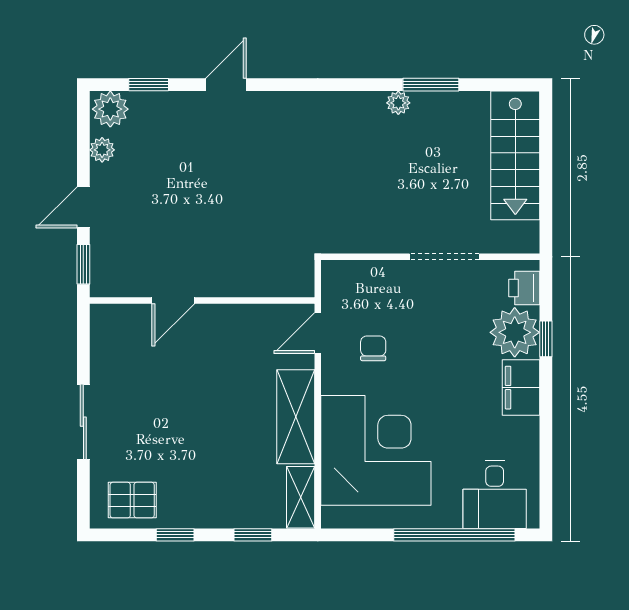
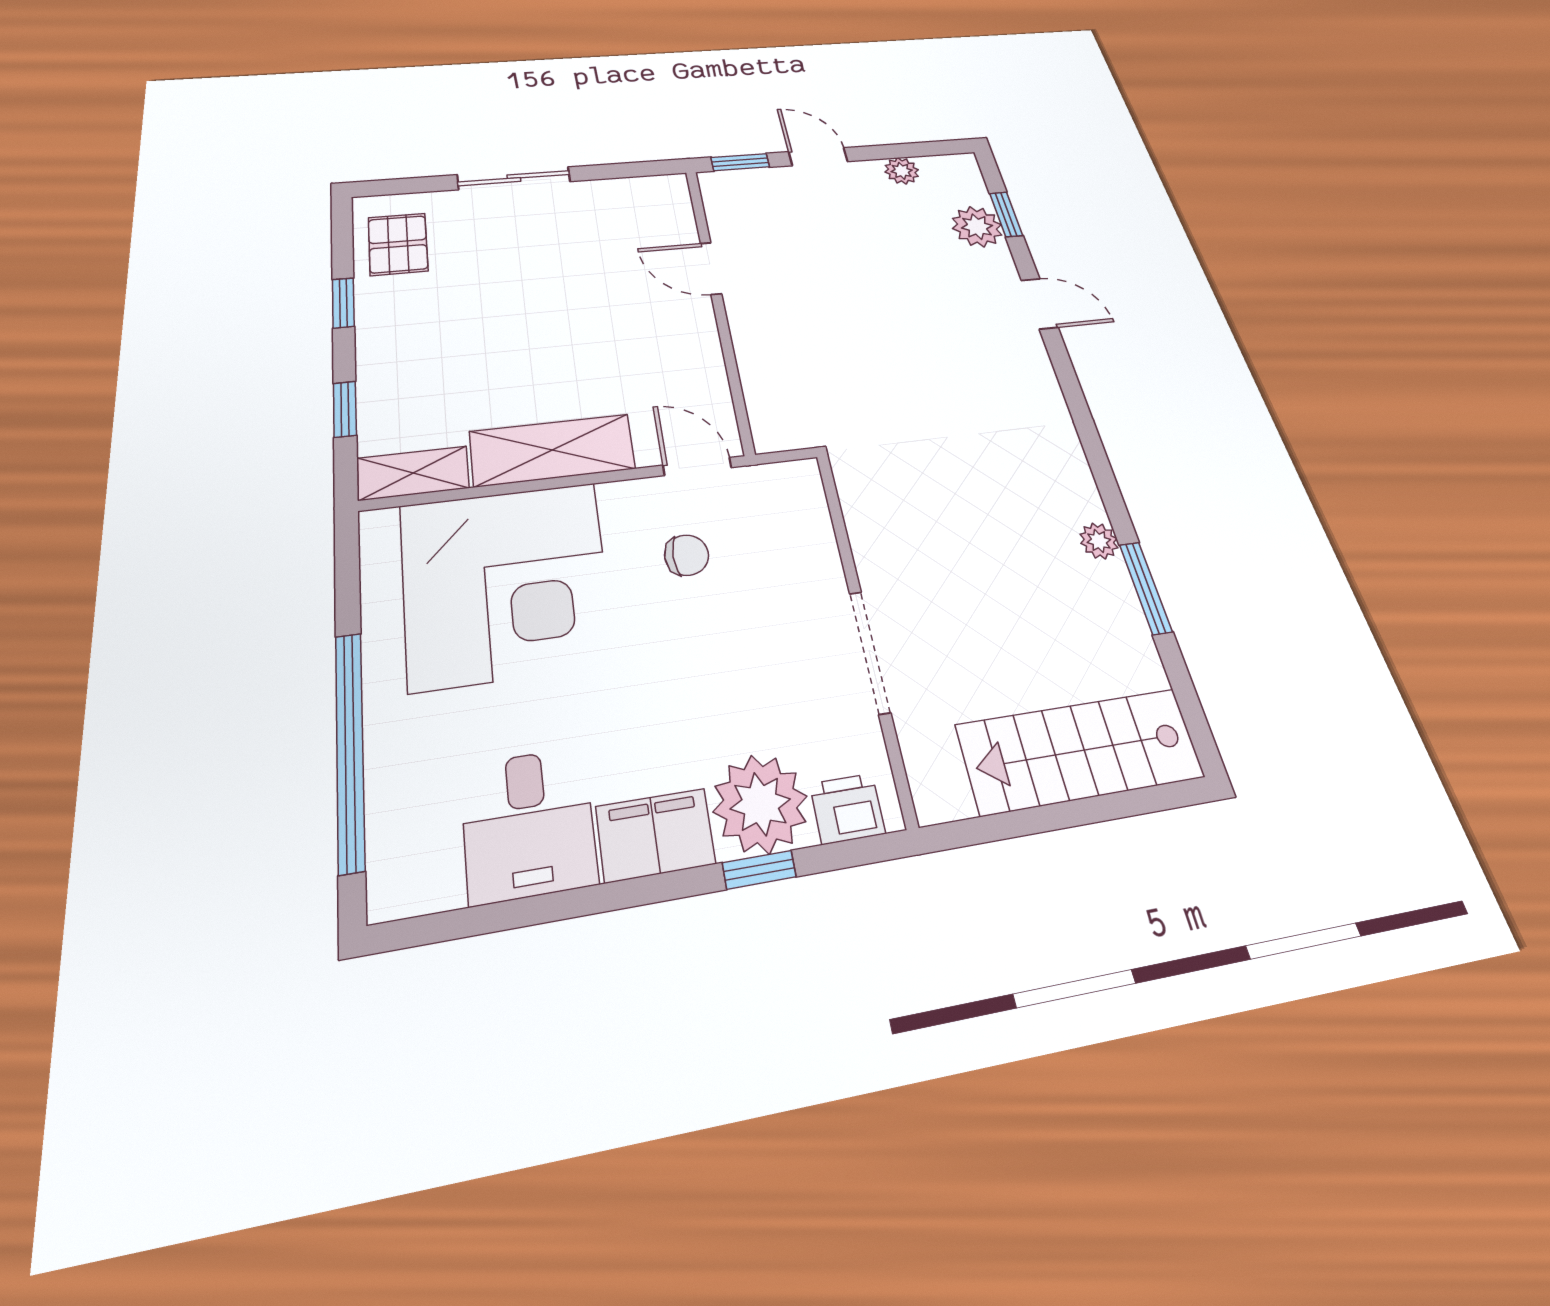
plant: (110, 109) -> (977, 227), moved
desk: (495, 495) -> (528, 824), moved, turned -90

